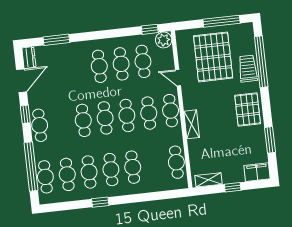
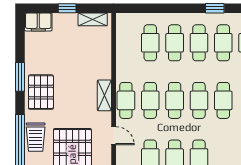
shelving: (192, 124) -> (104, 95), moved
window: (270, 140) -> (20, 77), moved
cafe table: (176, 162) -> (150, 43), moved

